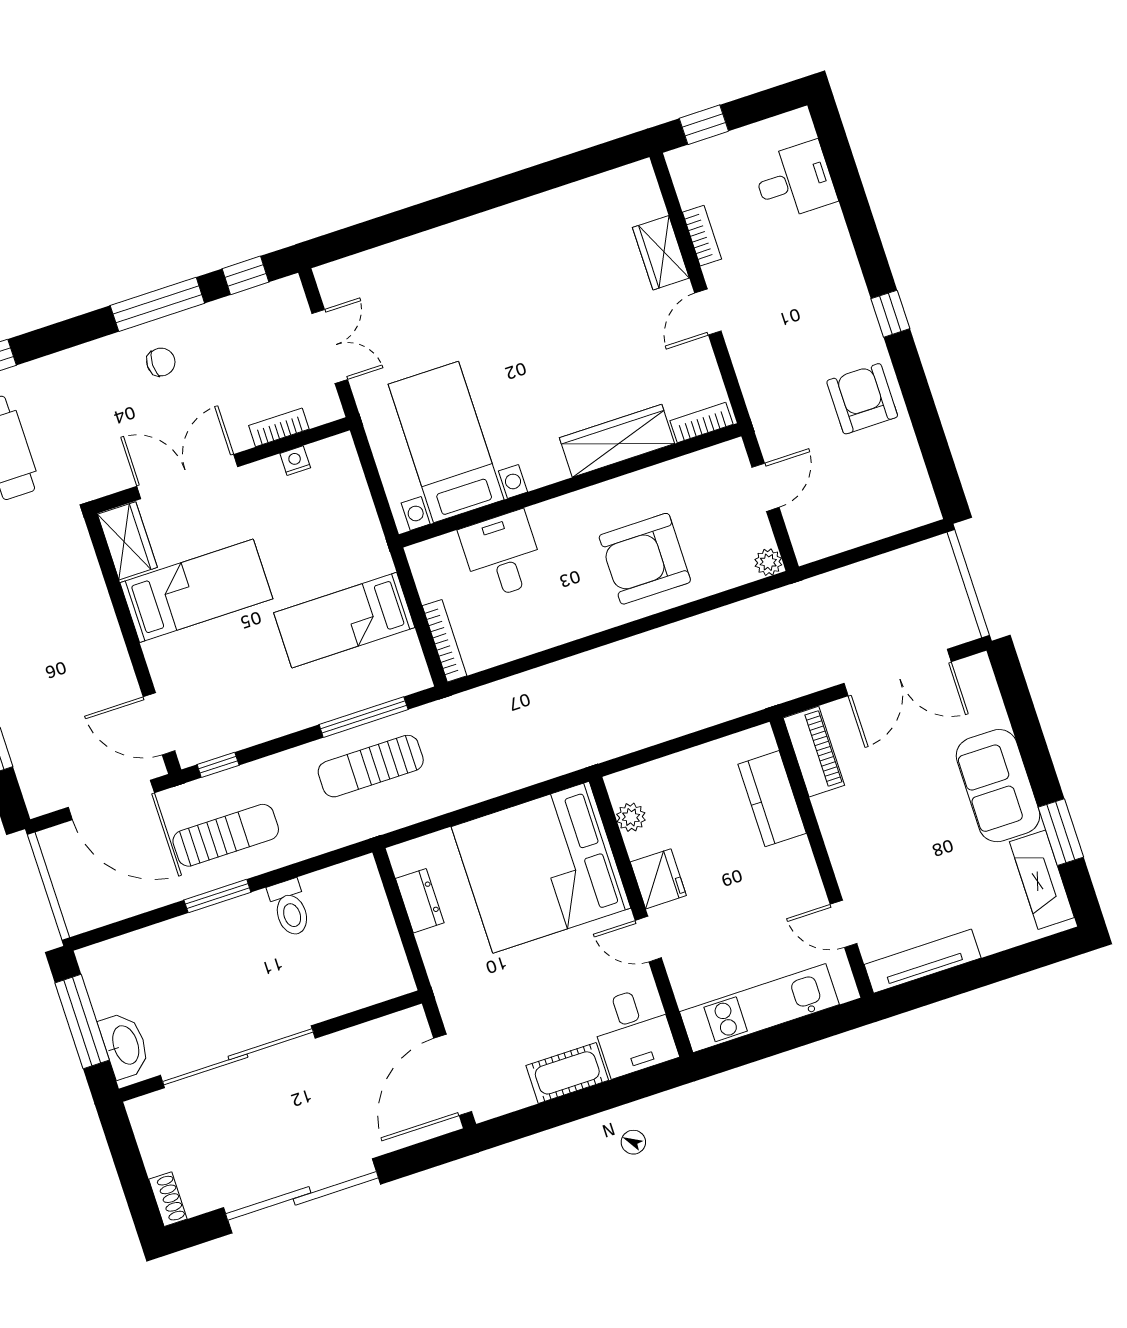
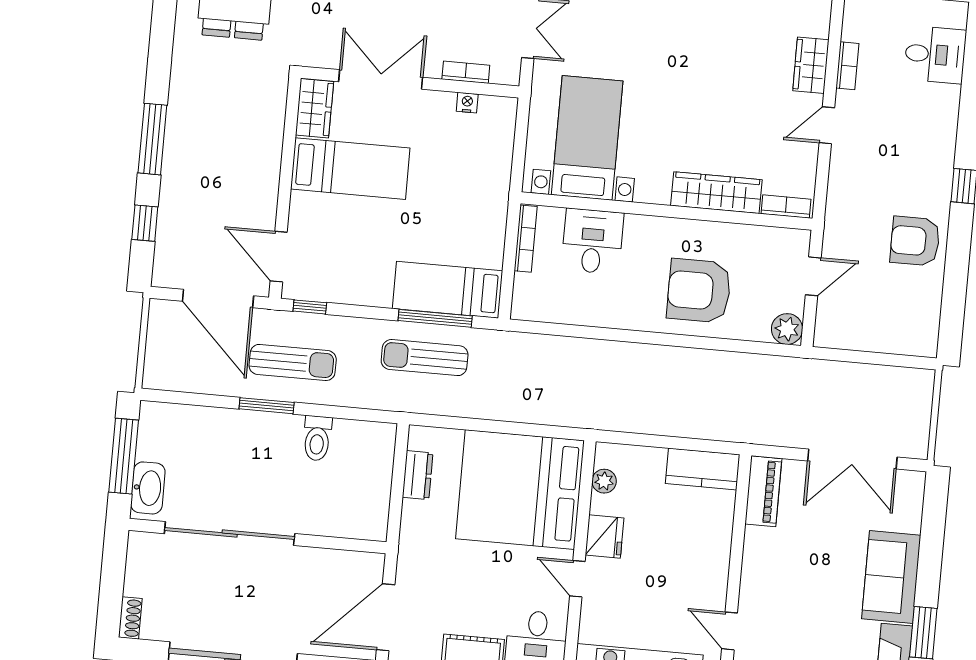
armchair: (862, 399) -> (915, 241), turned -90
plant: (768, 562) -> (787, 329), width x1.38, depth x1.38
bed: (344, 620) -> (448, 290), moved
bookcase: (445, 641) -> (526, 239), moved
kitchen counter: (772, 799) -> (703, 469), moved, turned -90

